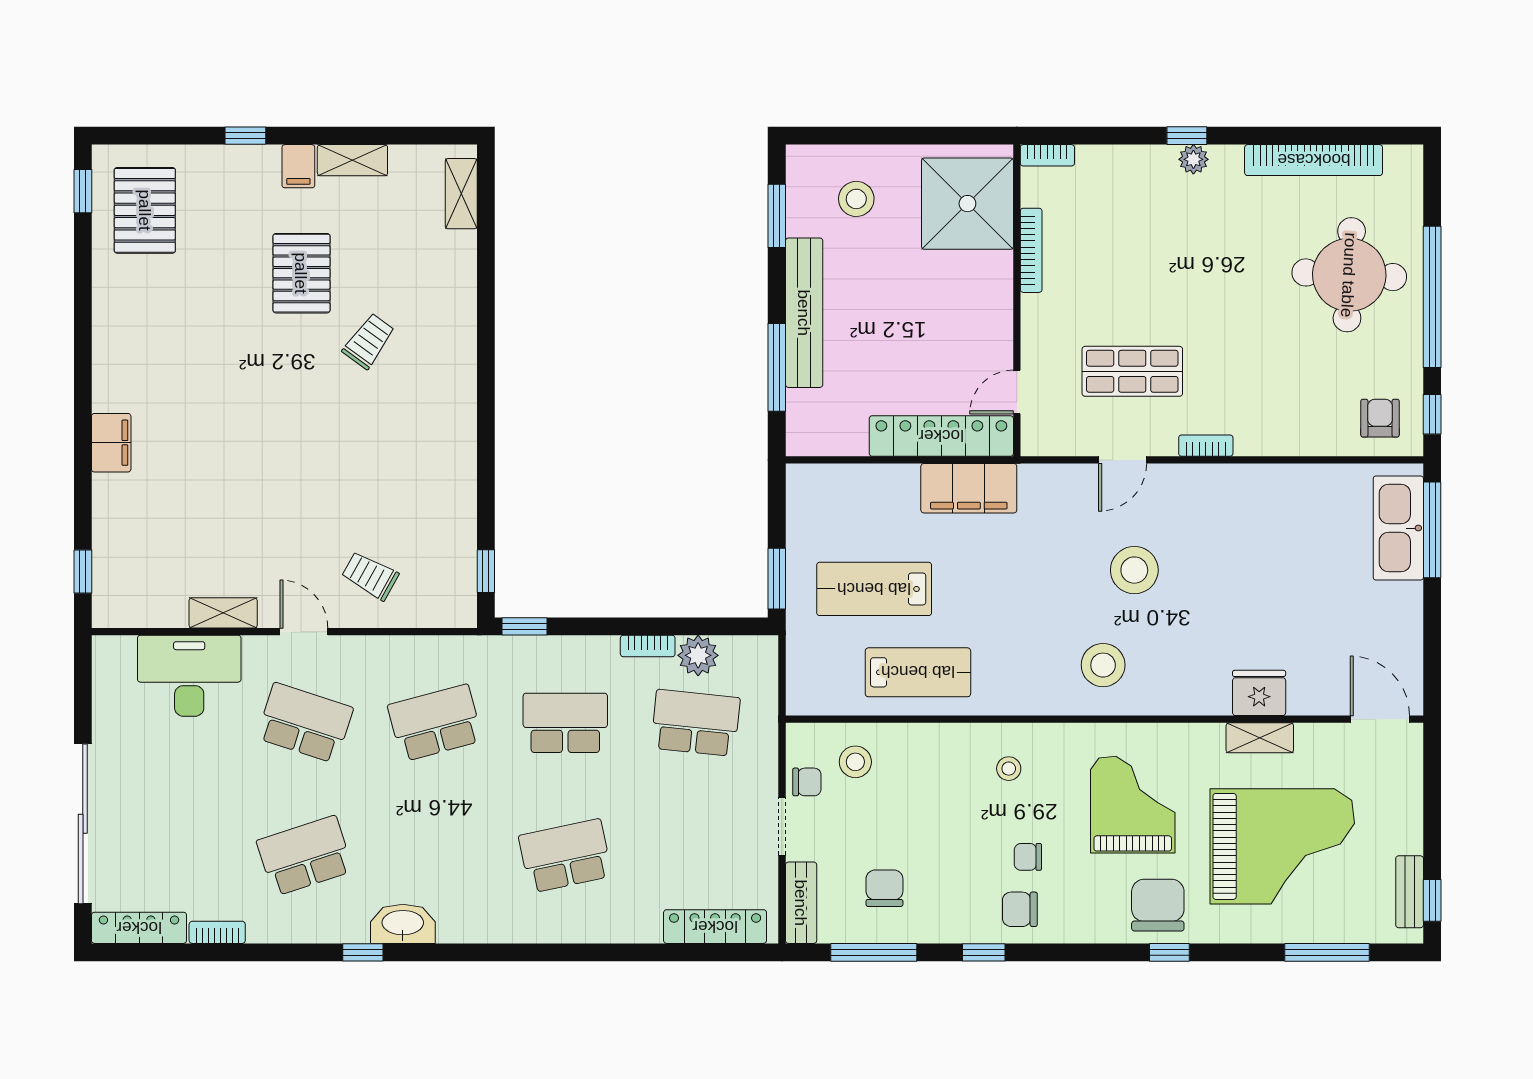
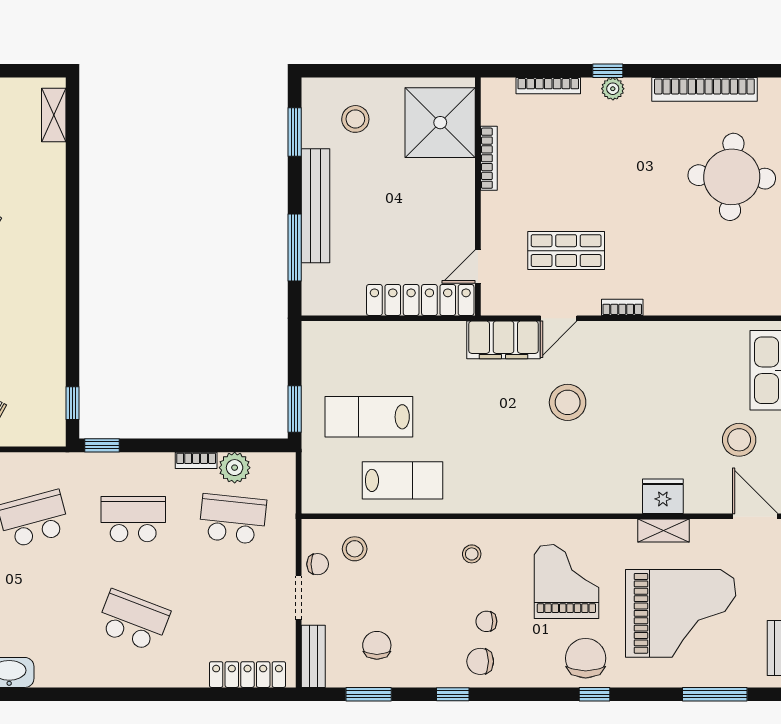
bookcase: (1047, 155) -> (548, 86), moved, width x1.56
armchair: (1380, 418) -> (755, 286), removed
filing cabinet: (969, 488) -> (504, 340), moved
stool: (1103, 665) -> (739, 440), moved
school desk: (565, 856) -> (133, 621), turned 33
window: (874, 952) -> (369, 694), width x0.69

